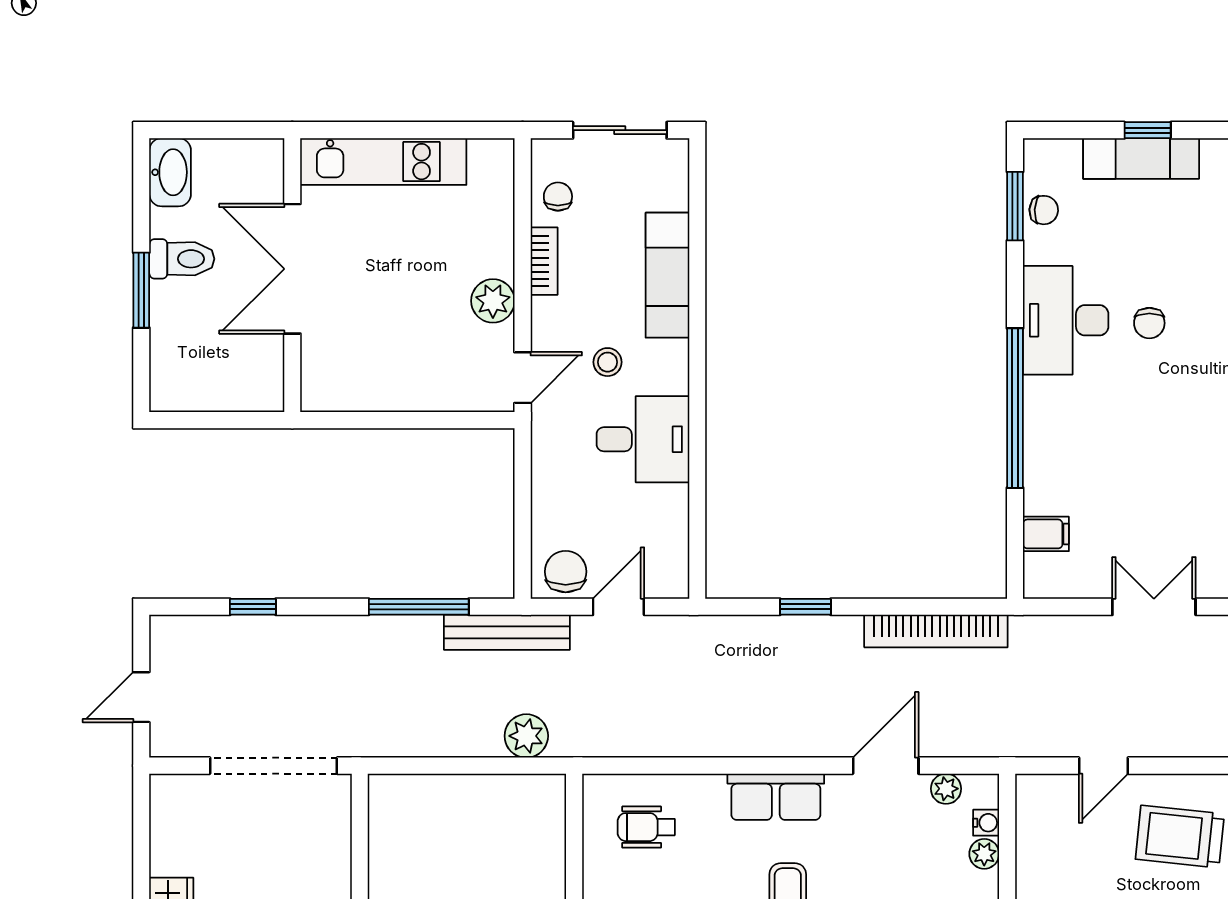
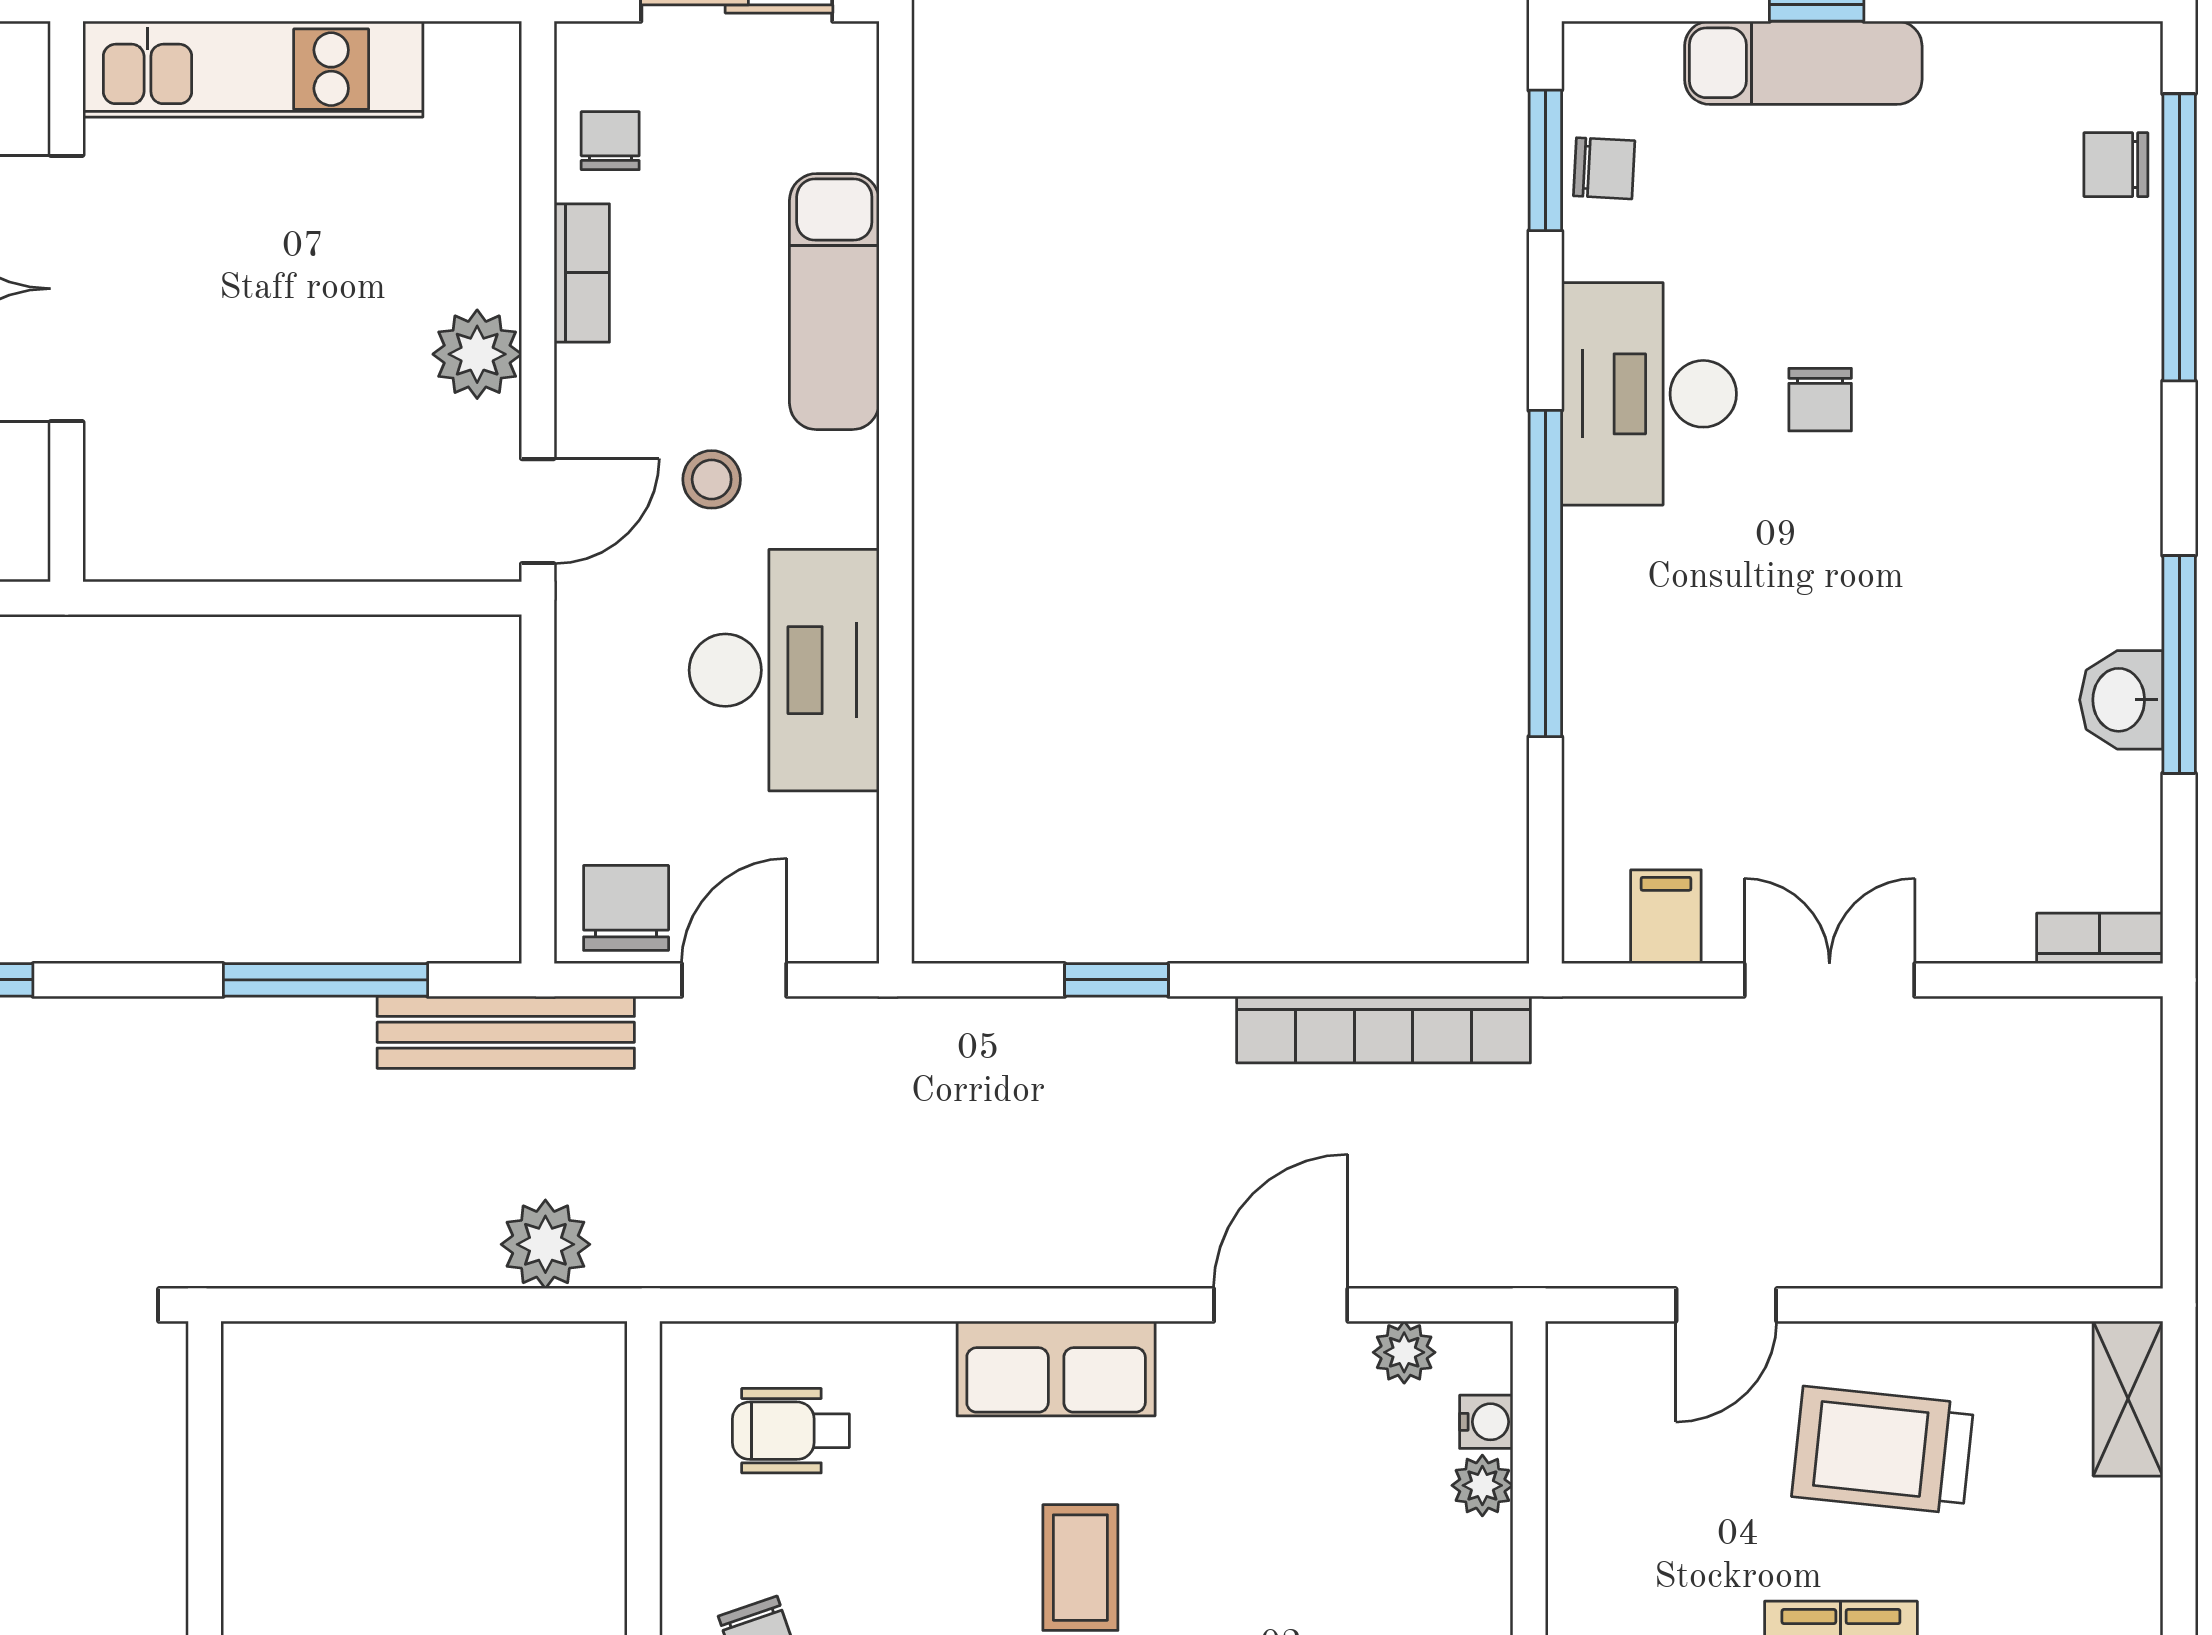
desk: (643, 439) -> (784, 670), width x1.37
filing cabinet: (1046, 534) -> (1666, 917), moved, turned -90

